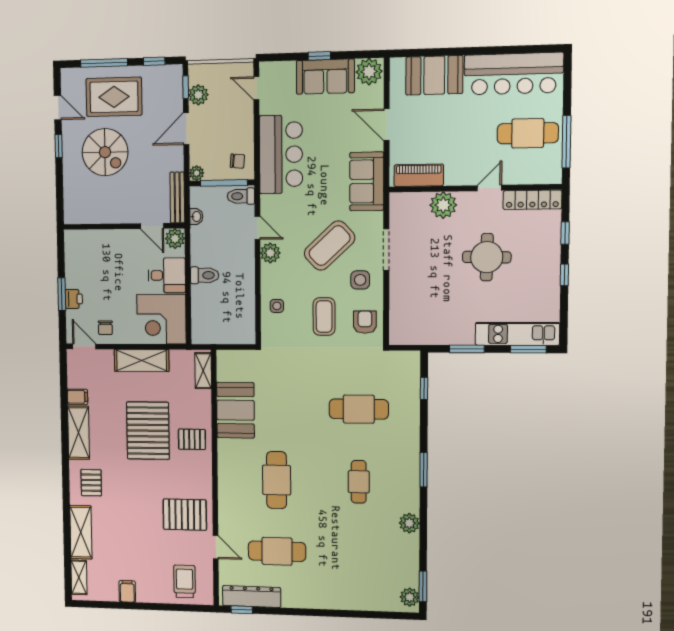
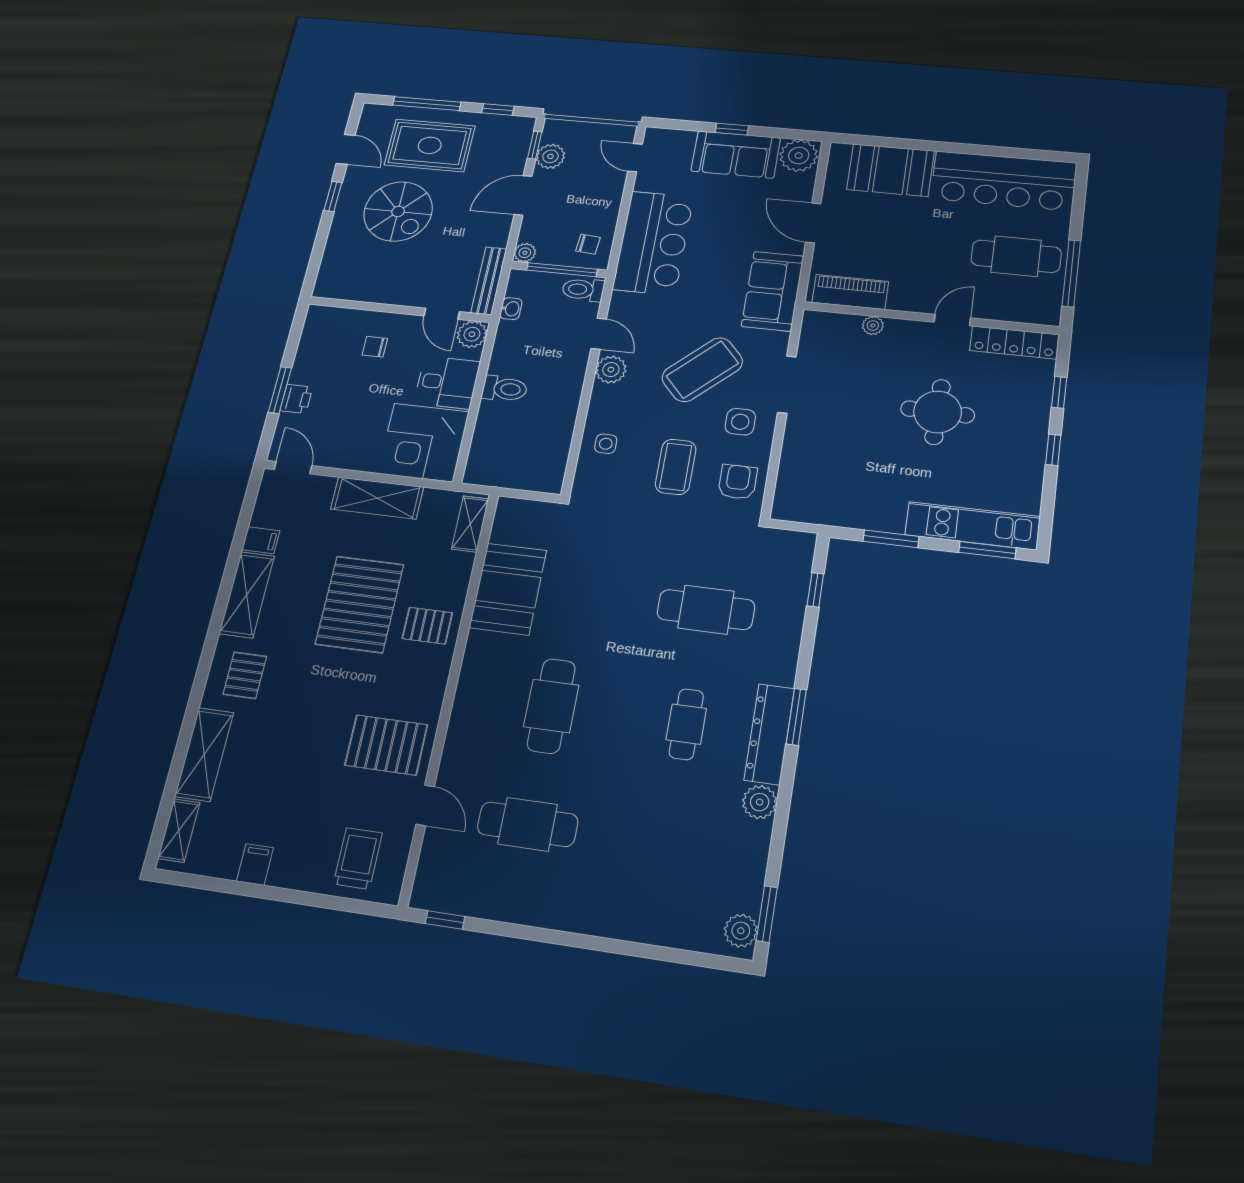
plant: (443, 205) -> (873, 326), width x0.53, depth x0.53
chair: (105, 328) -> (375, 347), moved, turned 90
dresser: (252, 597) -> (769, 734), moved, turned -90

